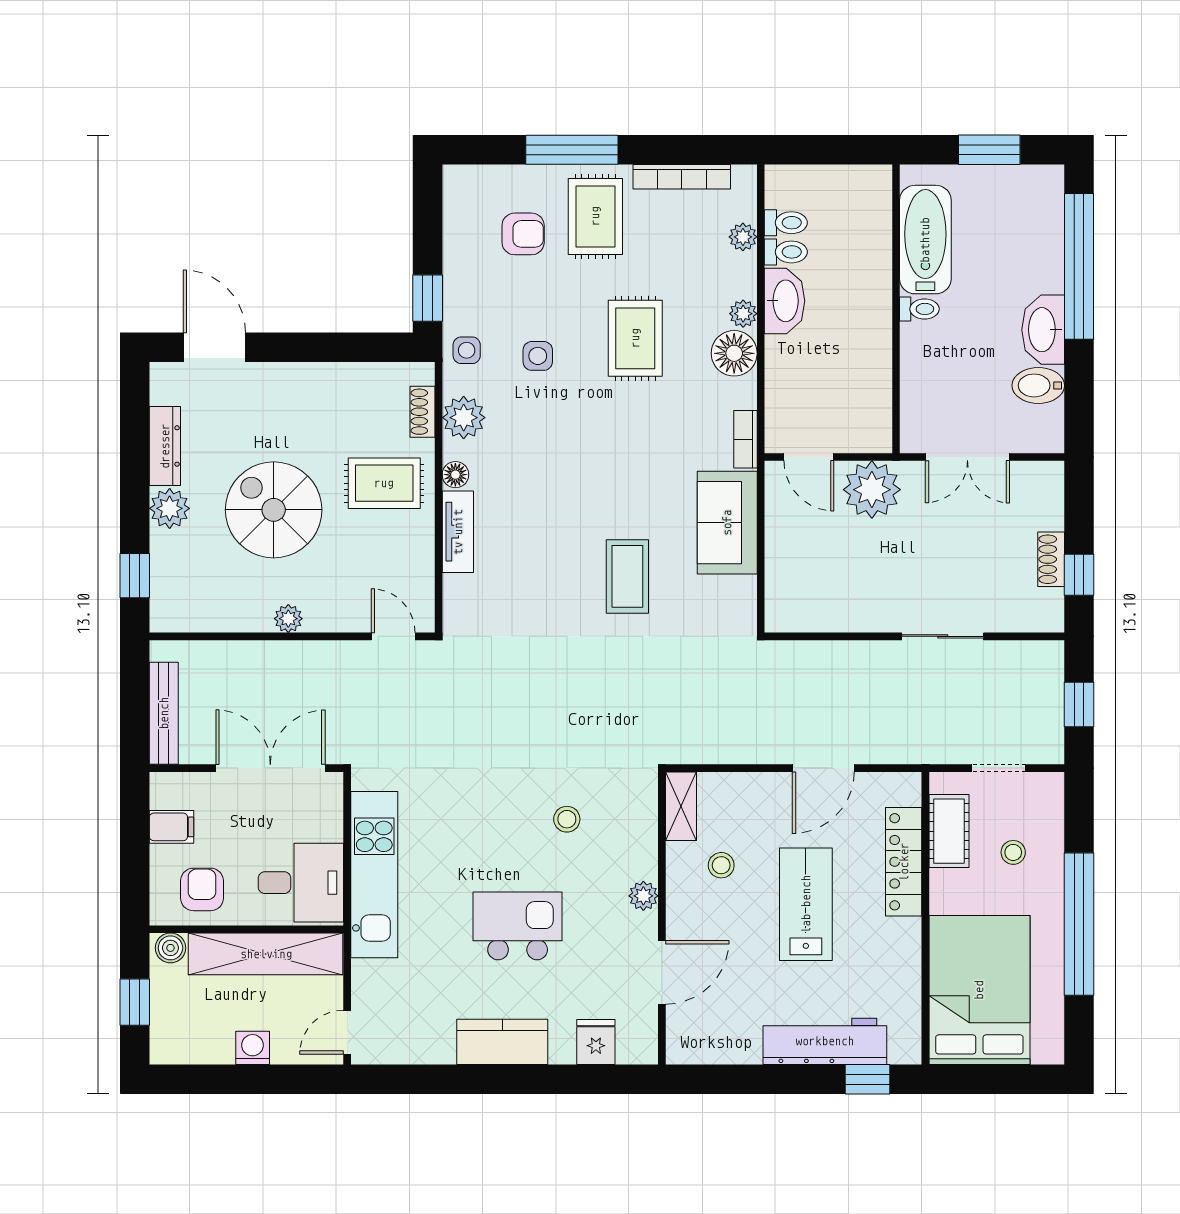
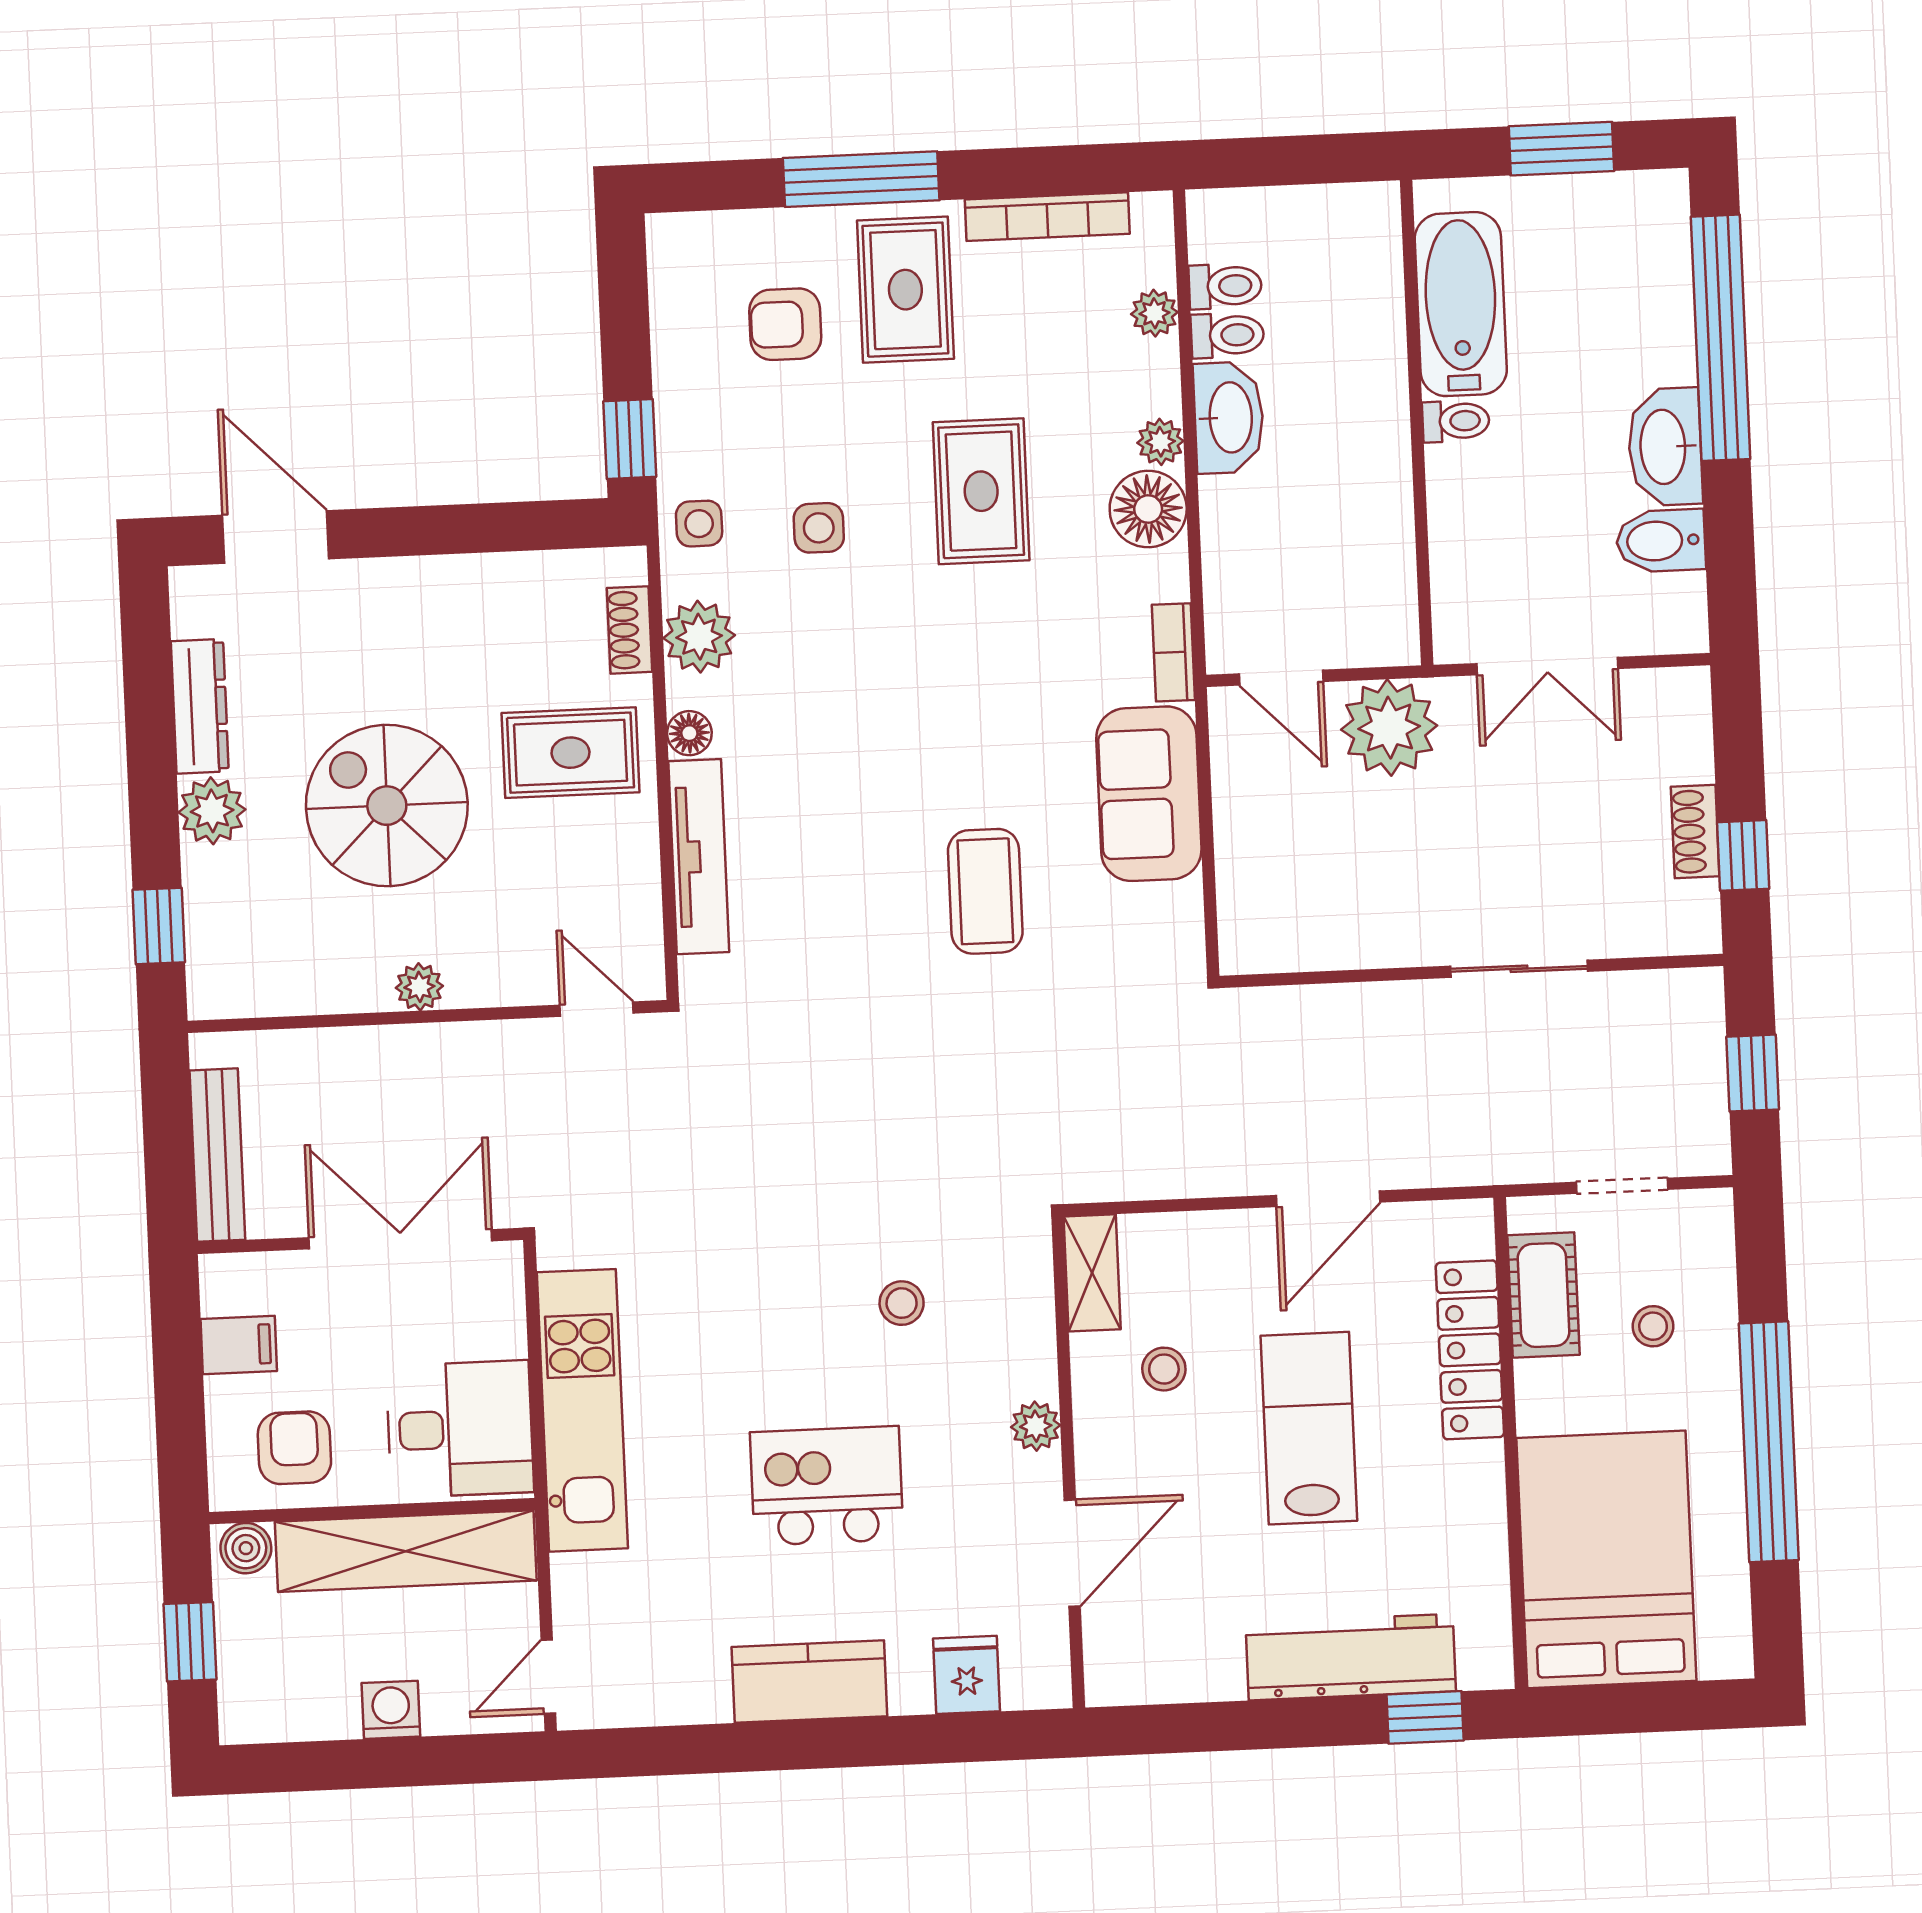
armchair: (523, 234) -> (785, 324), turned 180
tv unit: (458, 532) -> (699, 857), width x1.41

